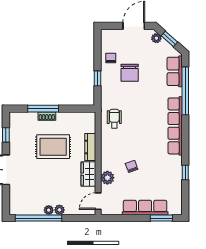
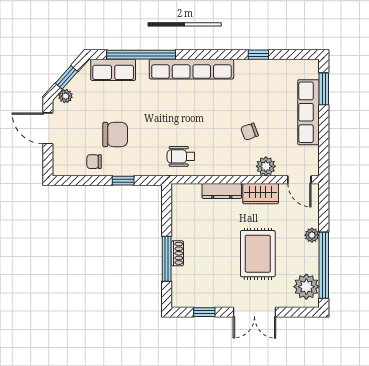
rug: (53, 147) -> (258, 254), moved
plant: (49, 210) -> (306, 287), moved, width x1.88, depth x1.88

